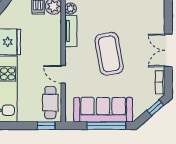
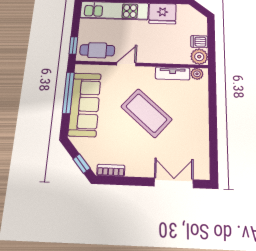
double door: (168, 50) -> (174, 183), moved
coffee table: (109, 54) -> (146, 113), turned 51
window: (106, 126) -> (68, 93), moved

